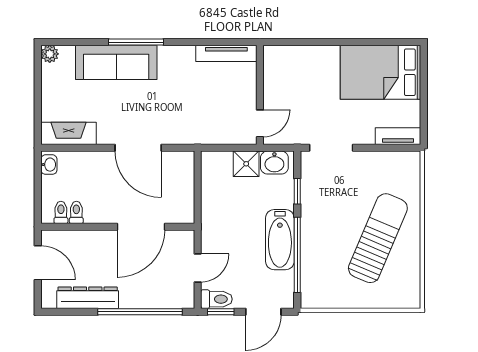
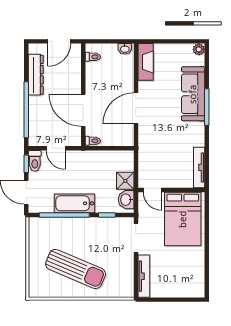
bed: (381, 72) -> (183, 219), moved, turned 180
tv unit: (398, 136) -> (144, 276), width x1.41
toilet: (76, 212) -> (93, 141), moved

